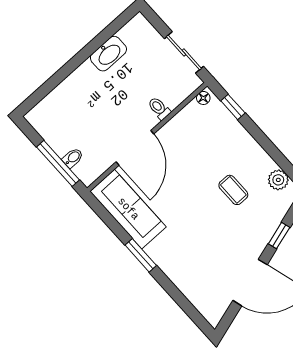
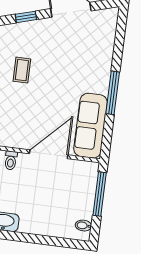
bidet: (73, 158) -> (83, 226), moved
window: (141, 255) -> (113, 93), width x1.44

